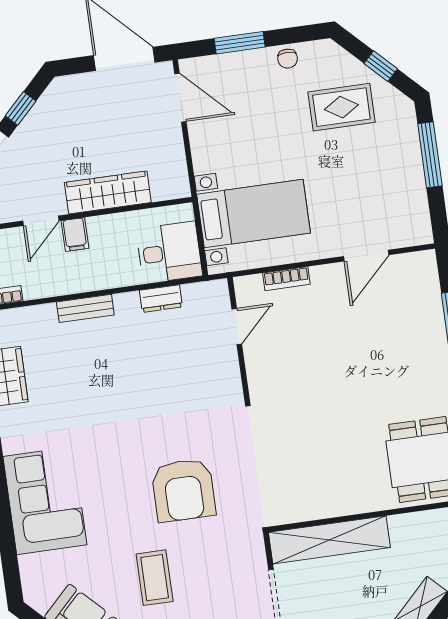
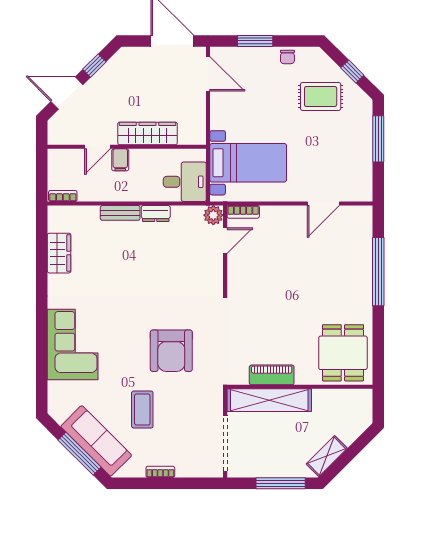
bookcase: (286, 279) -> (243, 212), moved
plant: (216, 293) -> (213, 215), added
dresser: (161, 299) -> (156, 213), moved
piano: (328, 504) -> (272, 375), added

